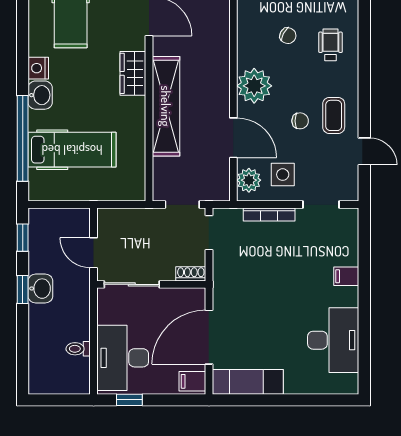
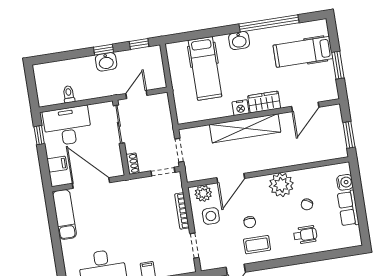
nightstand: (38, 68) -> (240, 108), moved, turned 180
plant: (254, 86) -> (281, 185), moved
window: (23, 138) -> (269, 23), moved
filing cabinet: (192, 381) -> (57, 164), moved, turned 90

